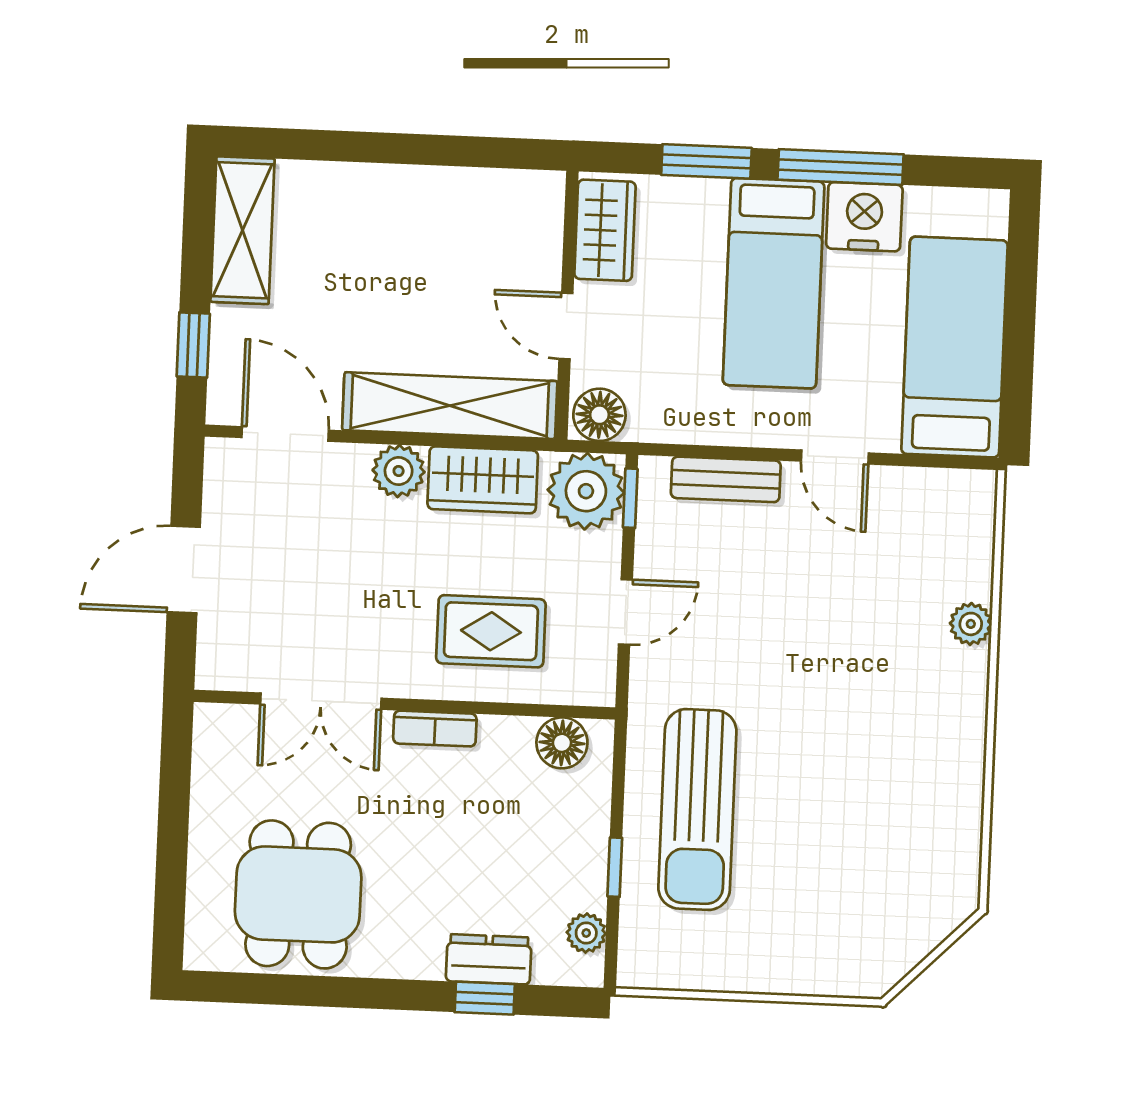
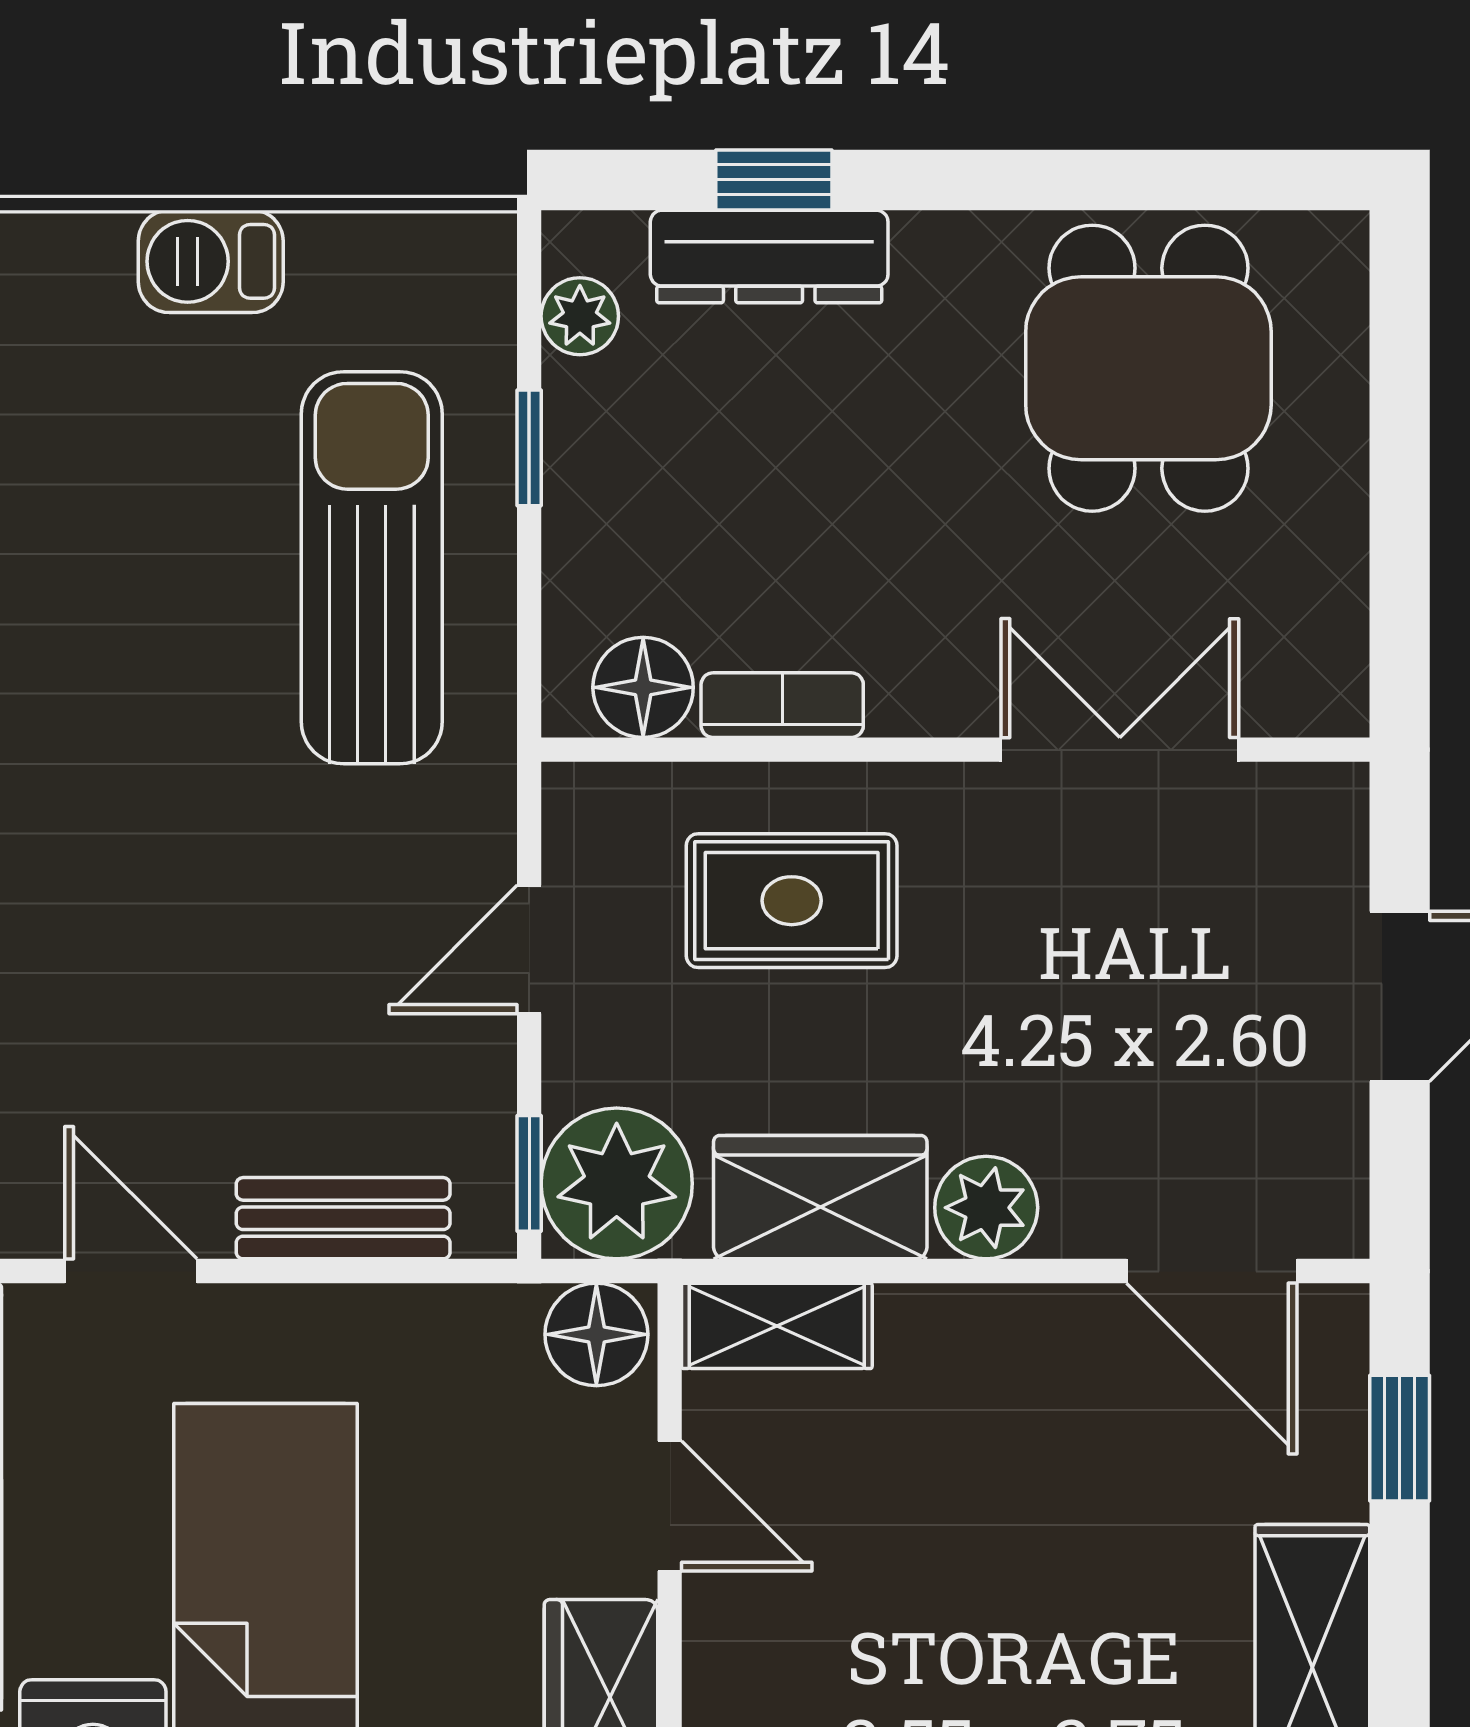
shelving: (450, 406) -> (777, 1326), width x0.45, depth x0.75
bookcase: (435, 729) -> (782, 705), moved
dresser: (489, 959) -> (769, 256), width x1.44
barbecue: (773, 969) -> (211, 261), added

